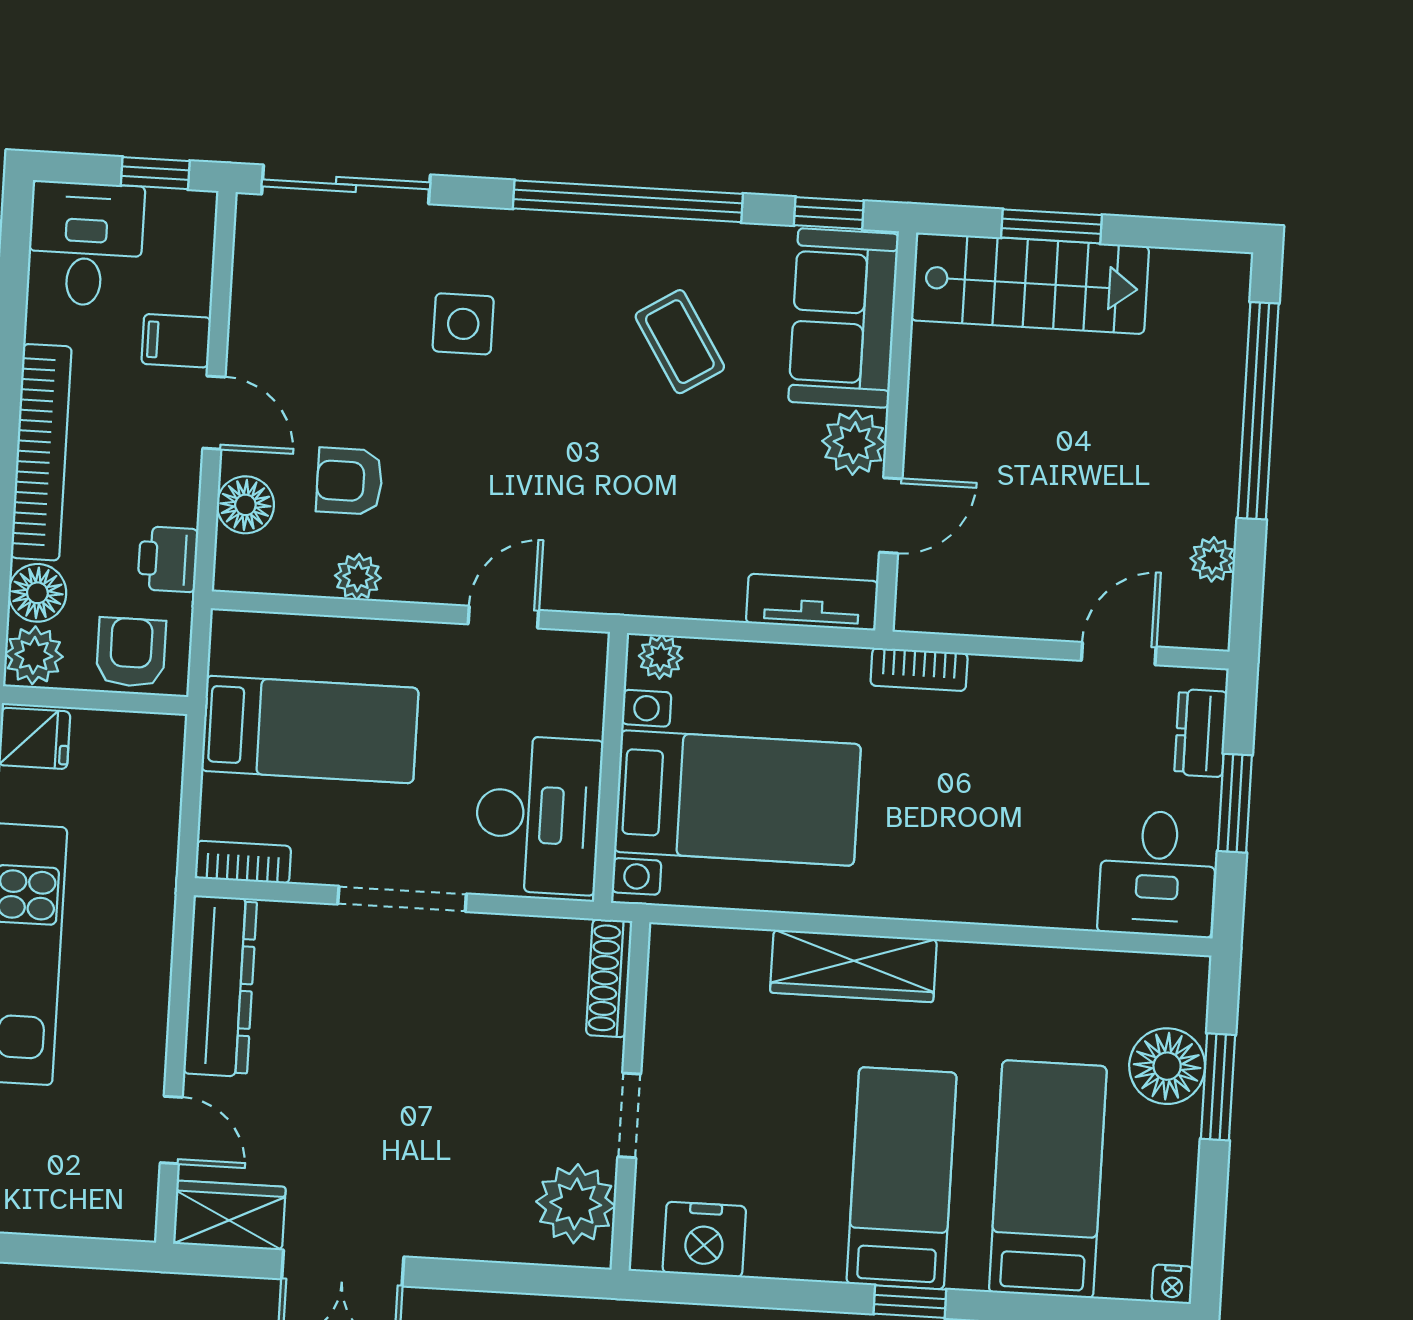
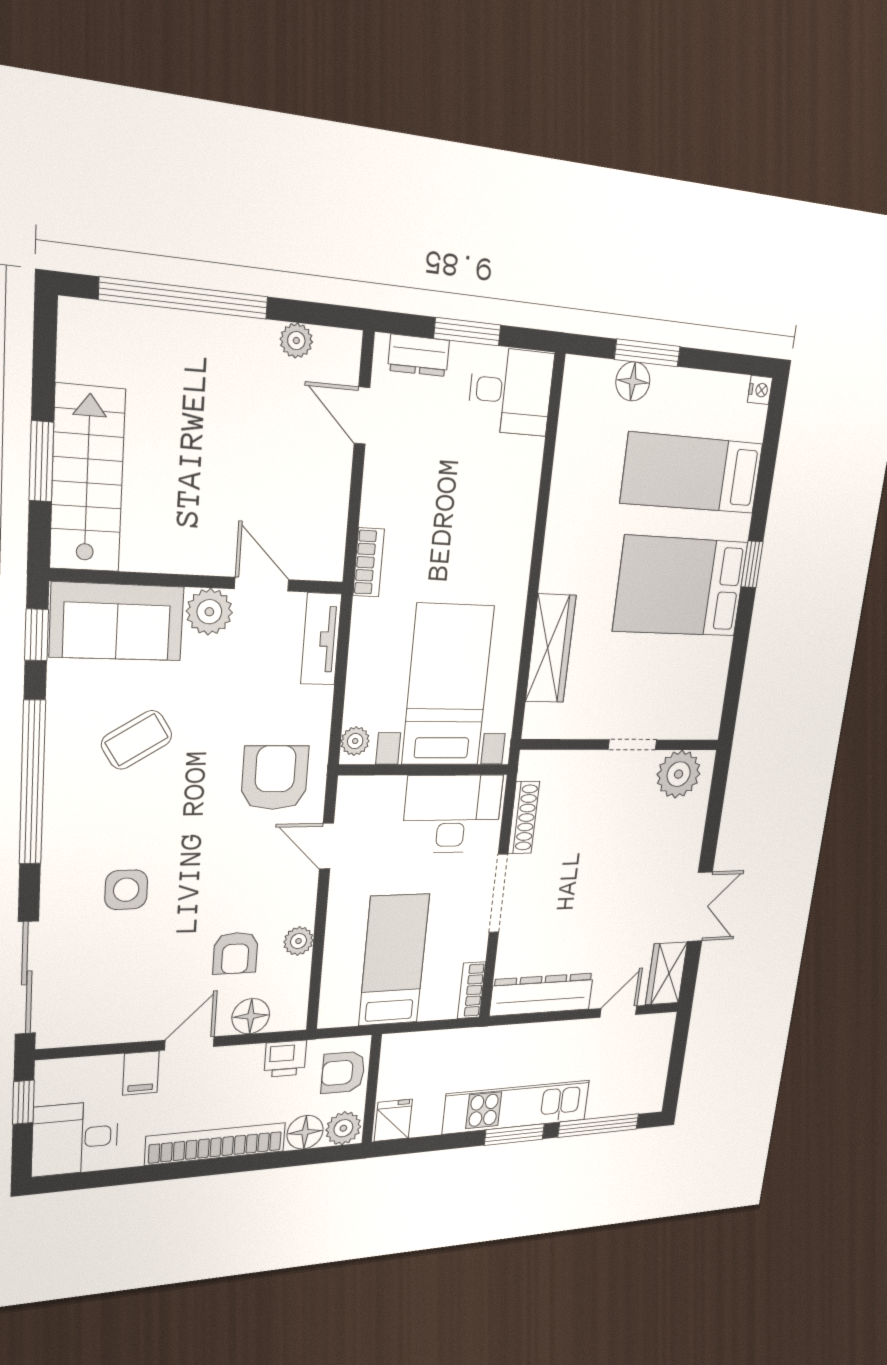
armchair: (613, 538) -> (275, 778), added
wardrobe: (853, 966) -> (551, 648), moved
shoe rack: (609, 978) -> (524, 818), moved, turned -90
floor lamp: (1167, 1066) -> (633, 381), width x0.73, depth x0.73
bed: (902, 1178) -> (681, 586), width x1.50
nightstand: (704, 1240) -> (705, 695), removed

